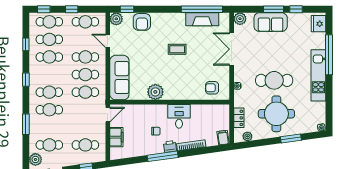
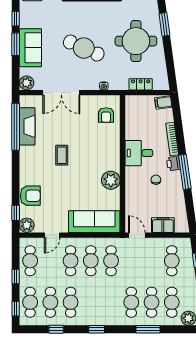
cafe table: (274, 80) -> (84, 48), moved, turned -66
cafe table: (49, 92) -> (152, 302), moved
plant: (247, 136) -> (162, 74), removed

